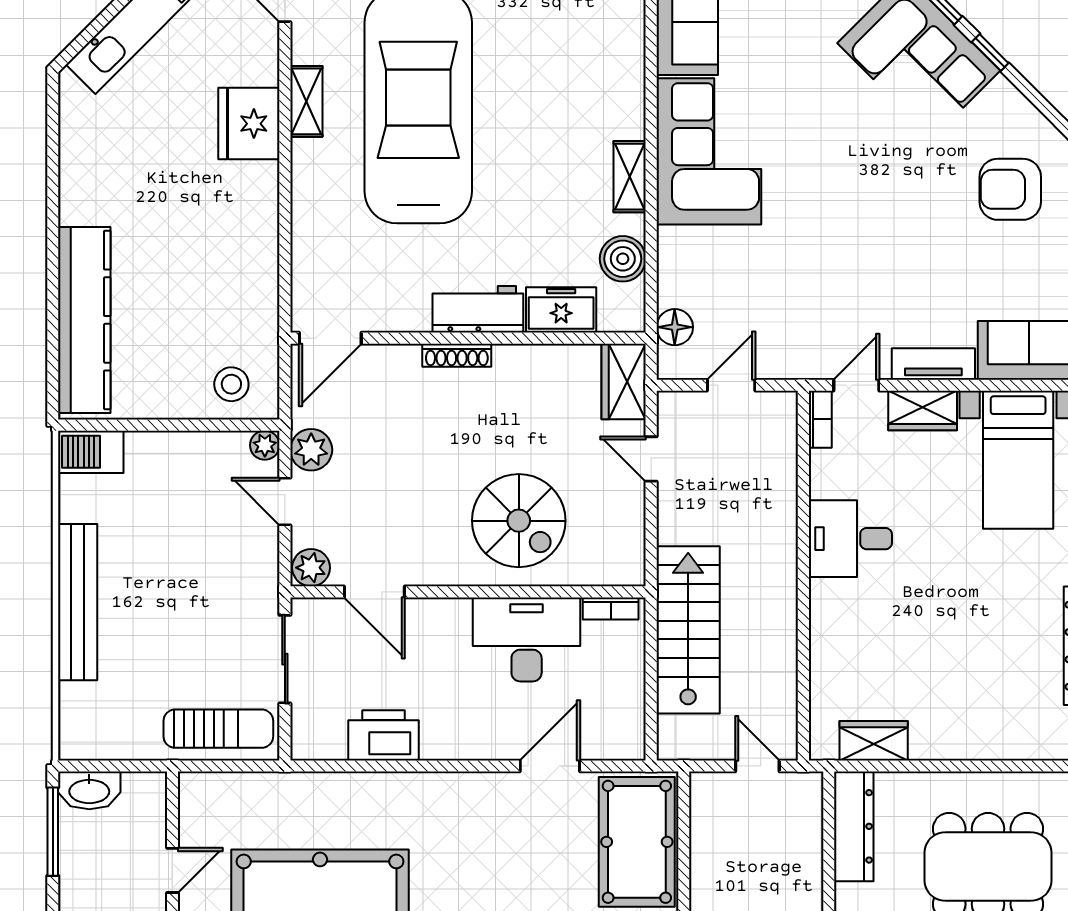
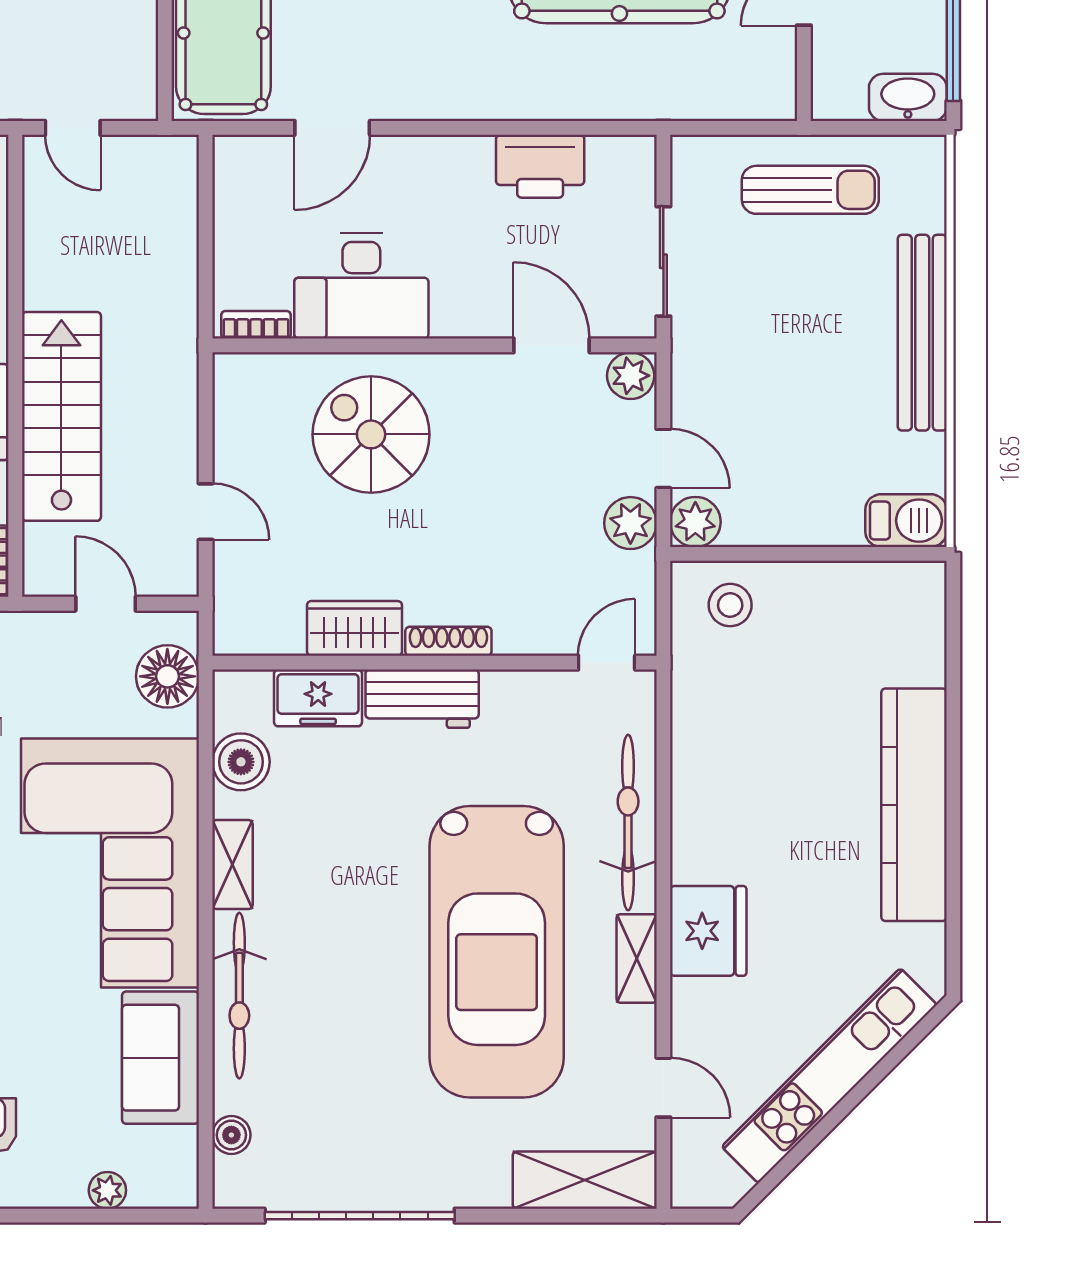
bicycle: (624, 72) -> (239, 996), added
corner sofa: (709, 151) -> (110, 863), width x1.36, depth x1.36
bicycle: (313, 210) -> (628, 823), added
kitchen counter: (84, 320) -> (914, 805), moved
floor lamp: (675, 327) -> (167, 676), width x1.38, depth x1.38
door: (330, 338) -> (607, 663), width x0.73
wardrobe: (624, 381) -> (354, 628), moved, turned -90
door: (731, 385) -> (106, 604), swing flipped
plant: (265, 445) -> (695, 522), width x1.38, depth x1.38
stairs: (688, 630) -> (61, 416), moved, turned 180
sun lounger: (218, 729) -> (810, 190), moved, turned 180

